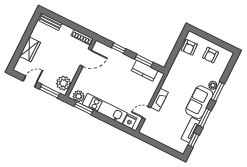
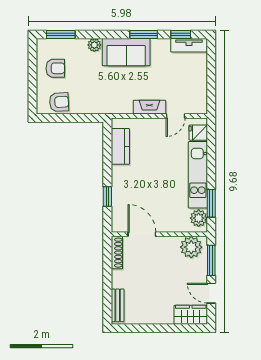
wardrobe: (30, 49) -> (191, 315), moved
window: (144, 61) -> (107, 154), removed
window: (218, 91) -> (61, 34), moved
door: (146, 113) -> (176, 116), hinge flipped
tv unit: (190, 130) -> (189, 45), moved

